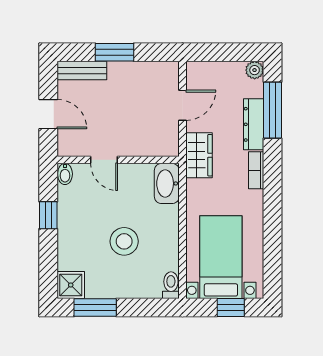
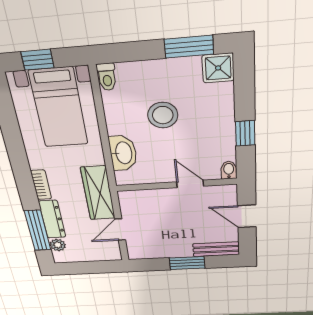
plant: (255, 70) -> (58, 245), moved
wardrobe: (199, 155) -> (98, 193), width x1.50
washbasin: (167, 183) -> (123, 153), moved

